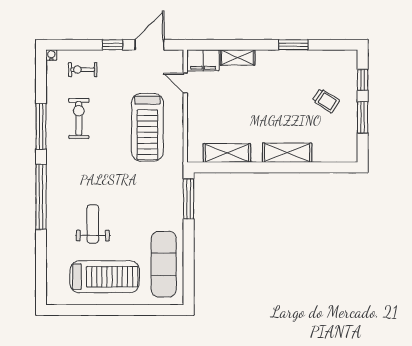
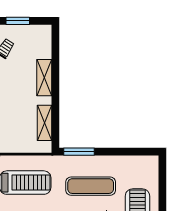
exercise mat: (164, 264) -> (91, 186), moved

